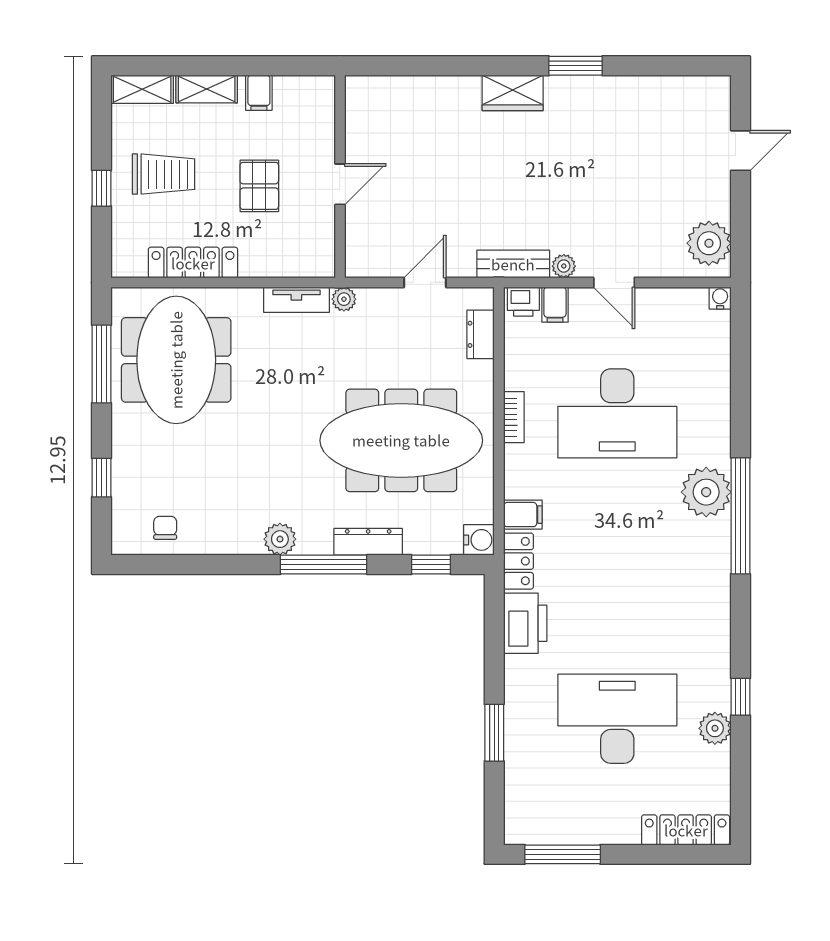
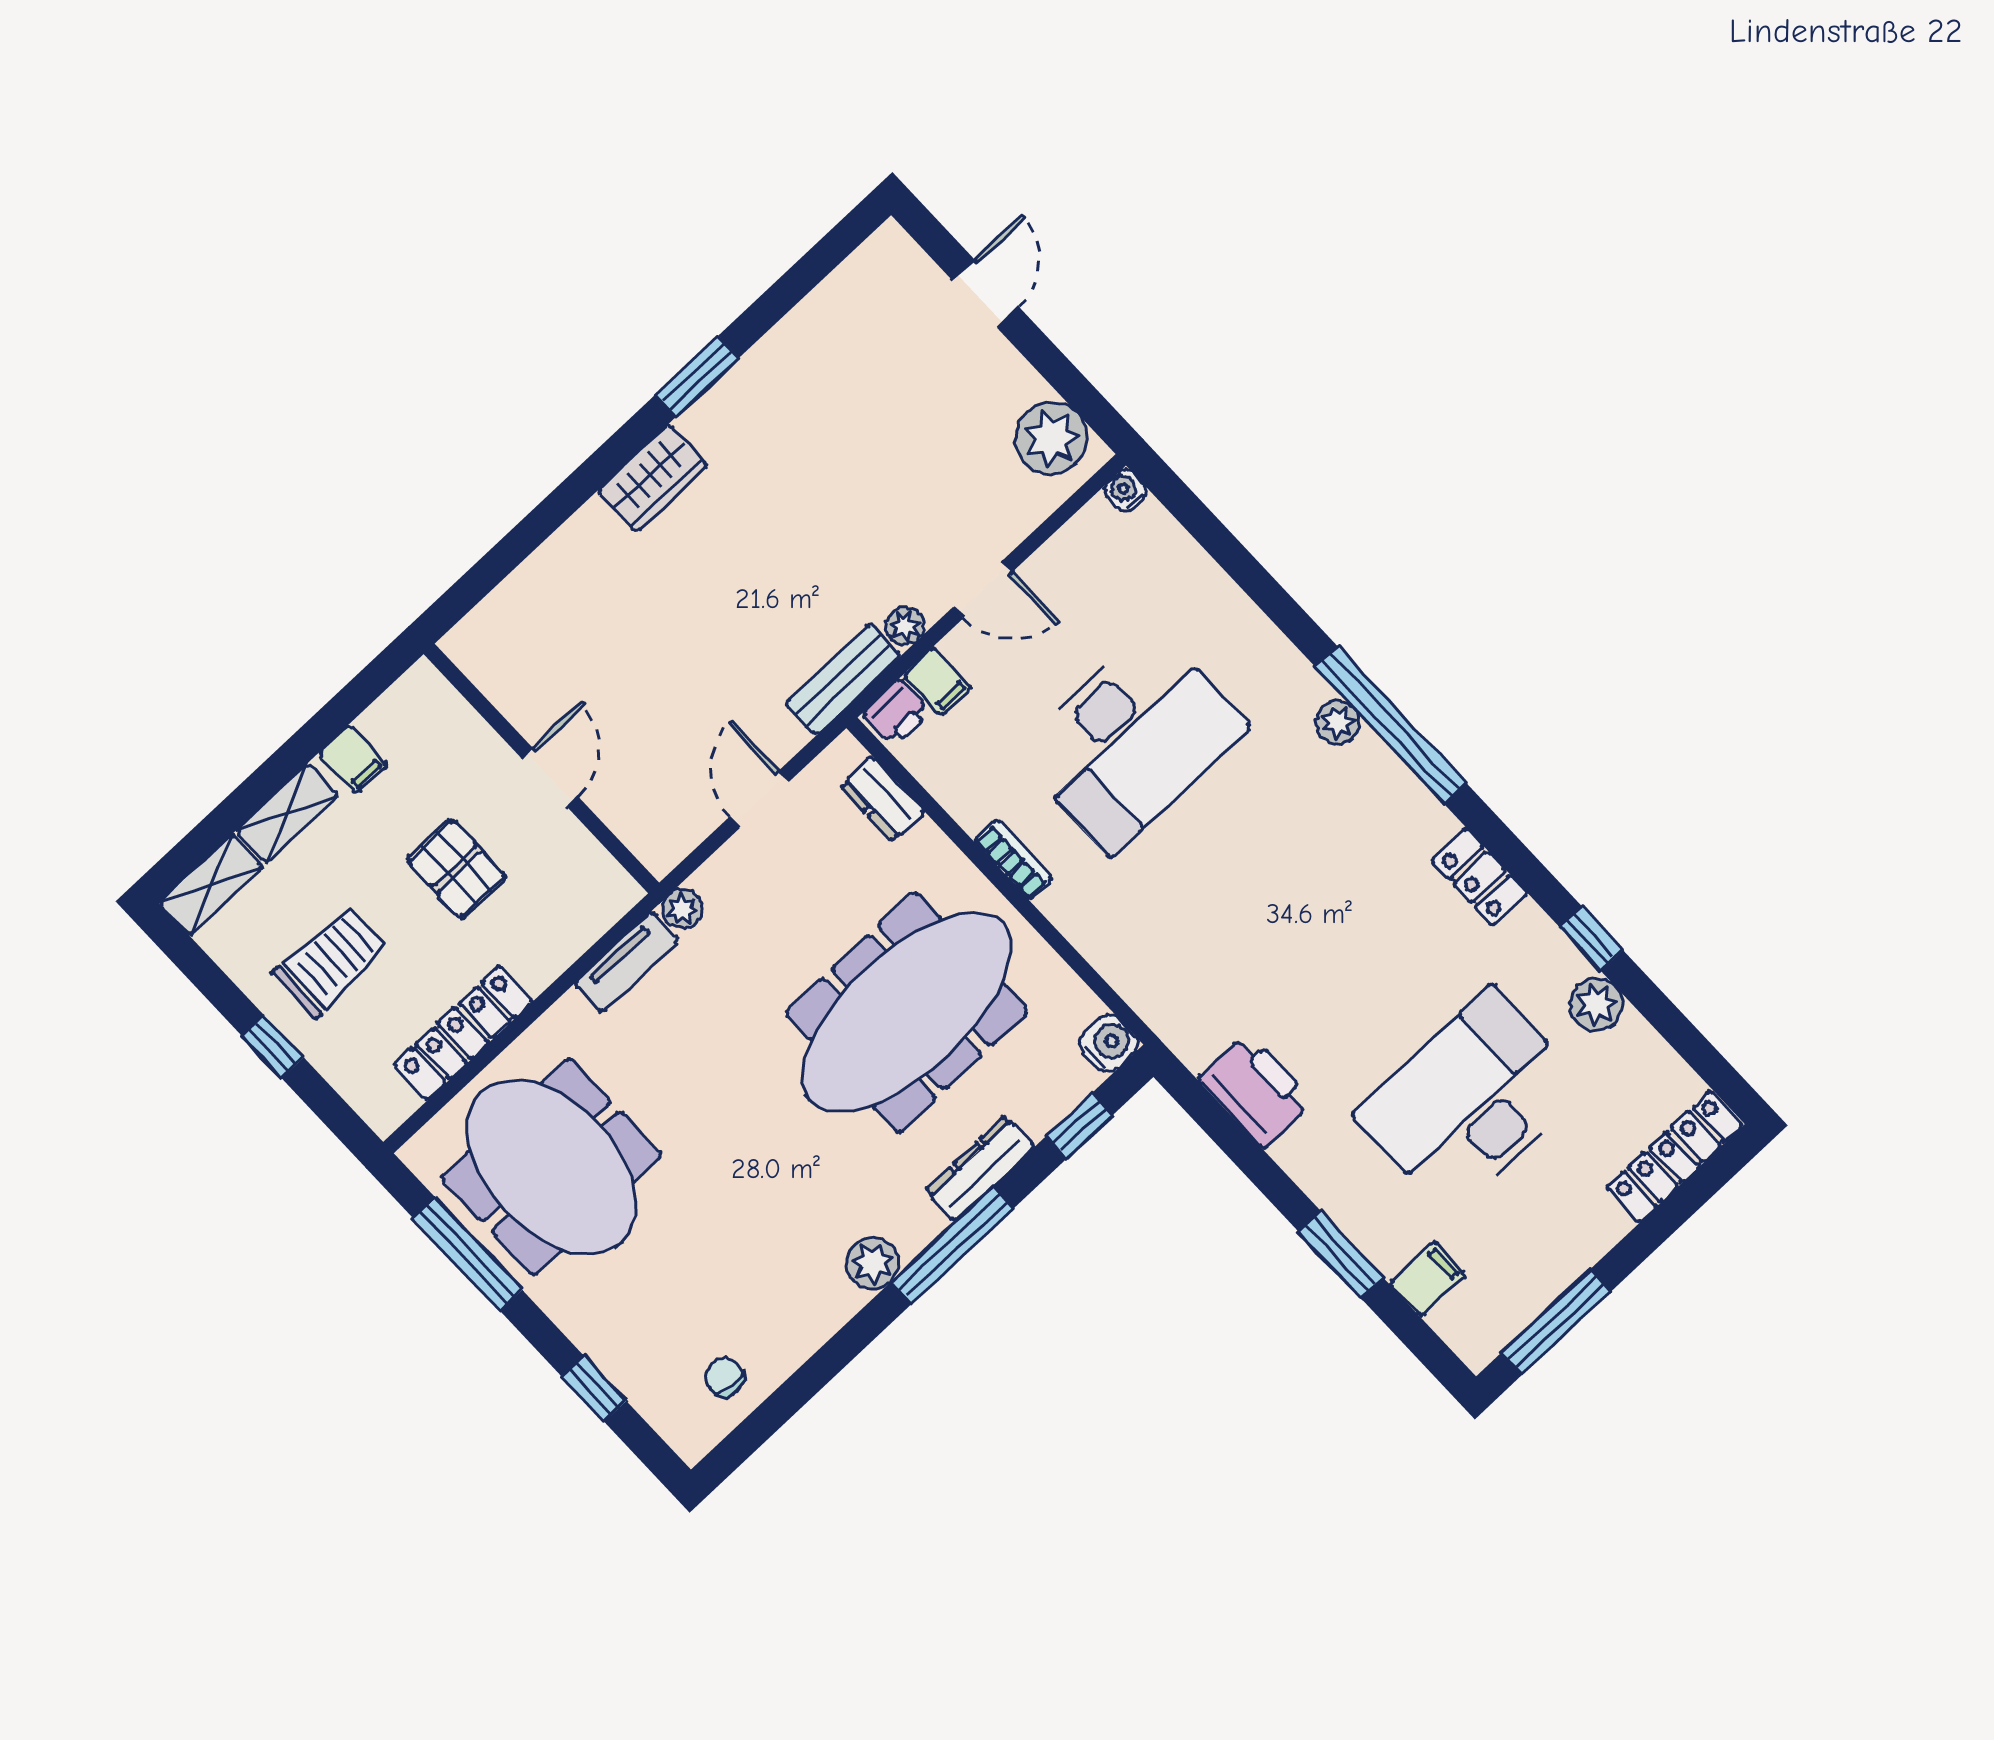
plant: (706, 492) -> (1338, 722), width x0.53, depth x0.53
filing cabinet: (523, 515) -> (1427, 1279), moved
locker: (518, 561) -> (1480, 877), moved, turned 180

